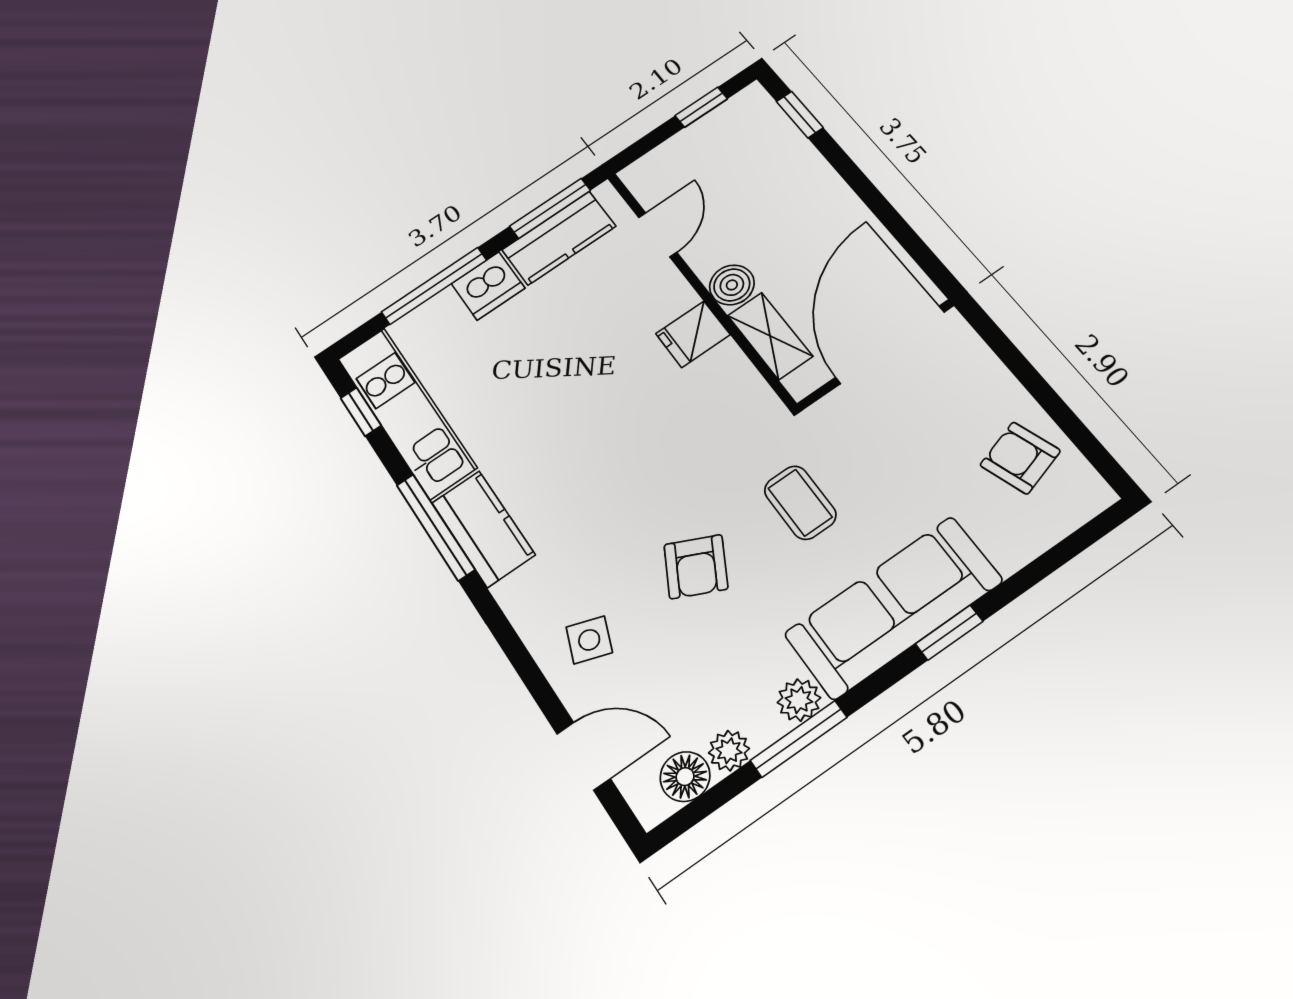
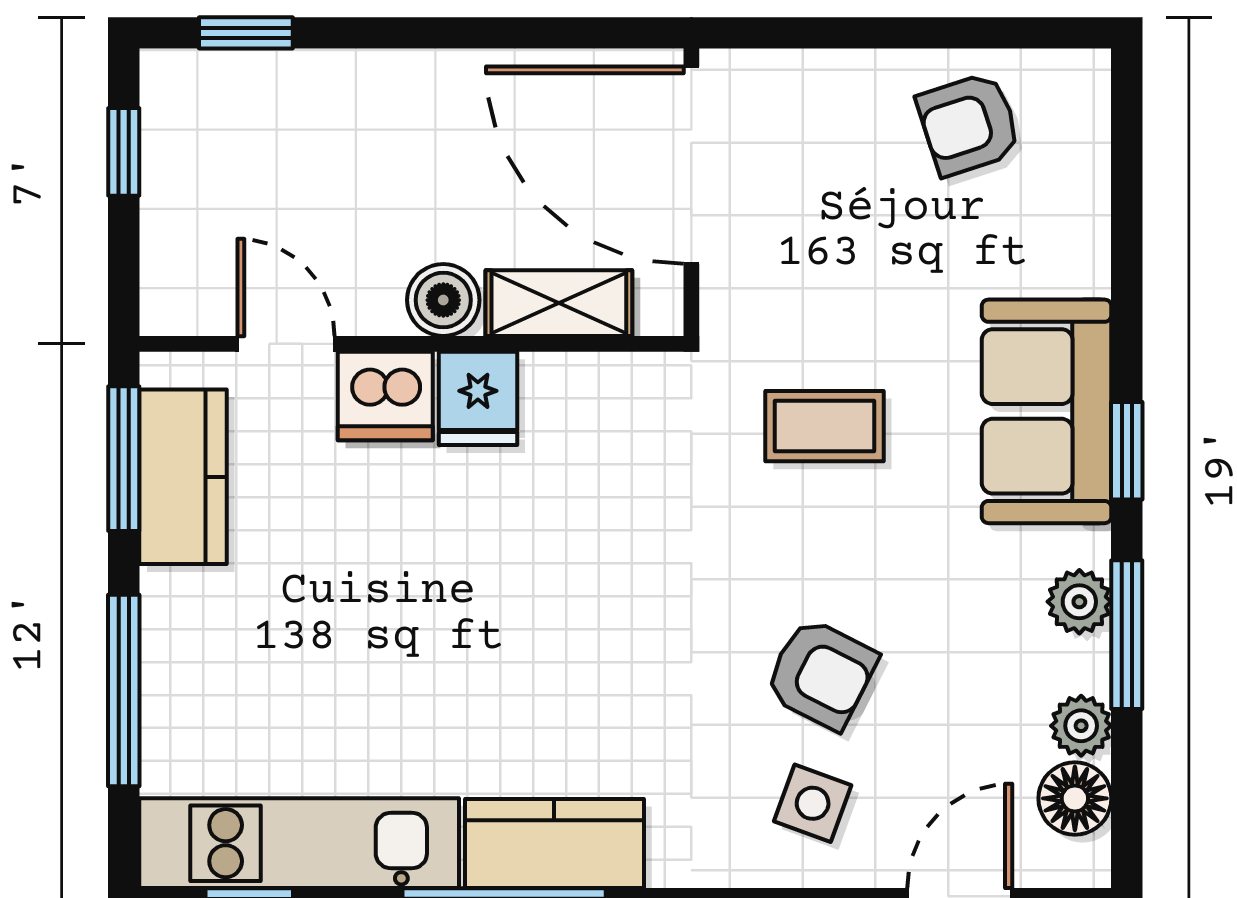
dishwasher: (488, 286) -> (385, 396), moved, turned 90
armchair: (696, 567) -> (821, 674), moved
sofa: (893, 607) -> (1047, 411), width x0.73
window: (949, 633) -> (1127, 451), moved

